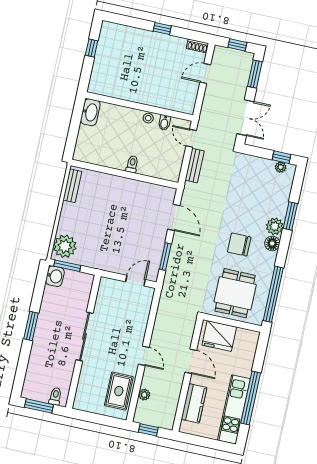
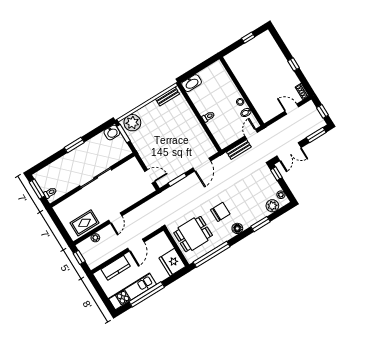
washbasin: (90, 112) -> (192, 83), moved
window: (282, 157) -> (276, 174), moved
plant: (275, 226) -> (272, 206), moved
chair: (239, 245) -> (220, 212), turned 90
fridge: (219, 336) -> (172, 262), moved

